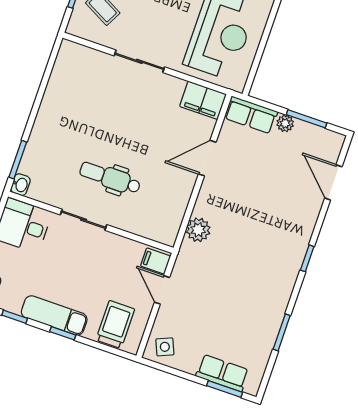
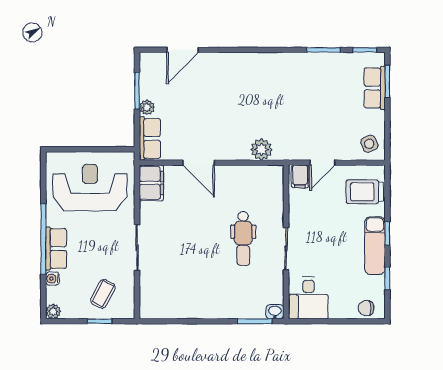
window: (307, 258) -> (365, 50), moved

